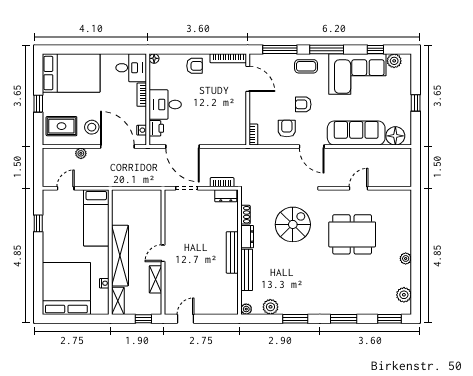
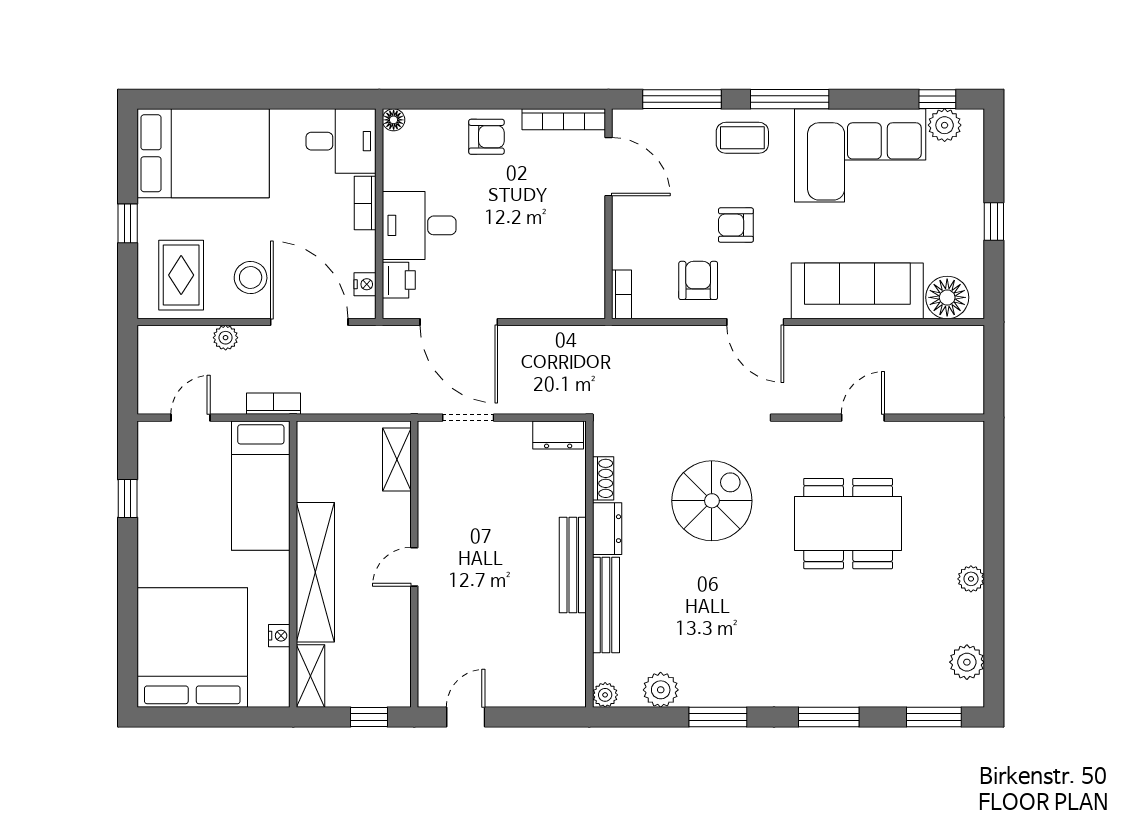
window: (375, 49) -> (937, 99), moved
rug: (61, 126) -> (181, 275), turned 90
bookcase: (222, 182) -> (274, 404), moved
shelving: (155, 279) -> (397, 459), moved

